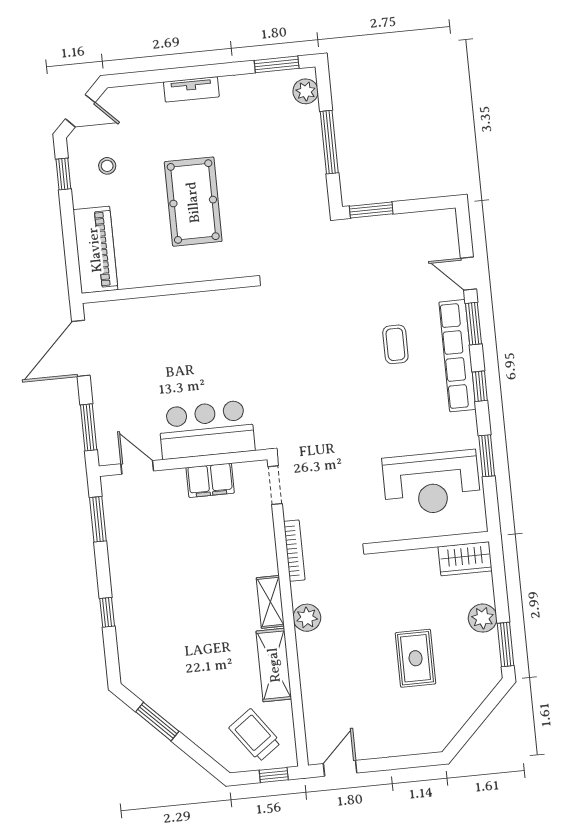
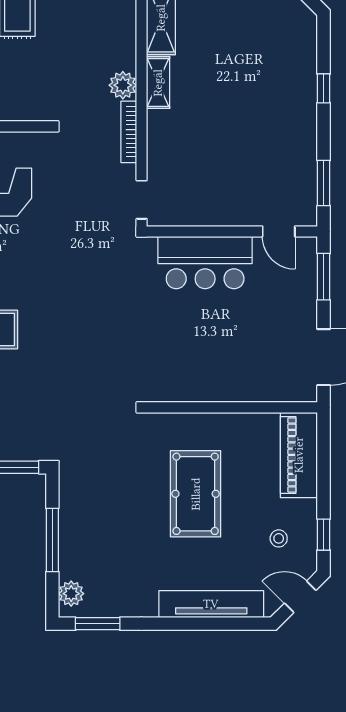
tv unit: (191, 89) -> (211, 604), width x1.92, depth x1.29
filing cabinet: (210, 480) -> (206, 211), removed
plant: (307, 618) -> (123, 85), moved

